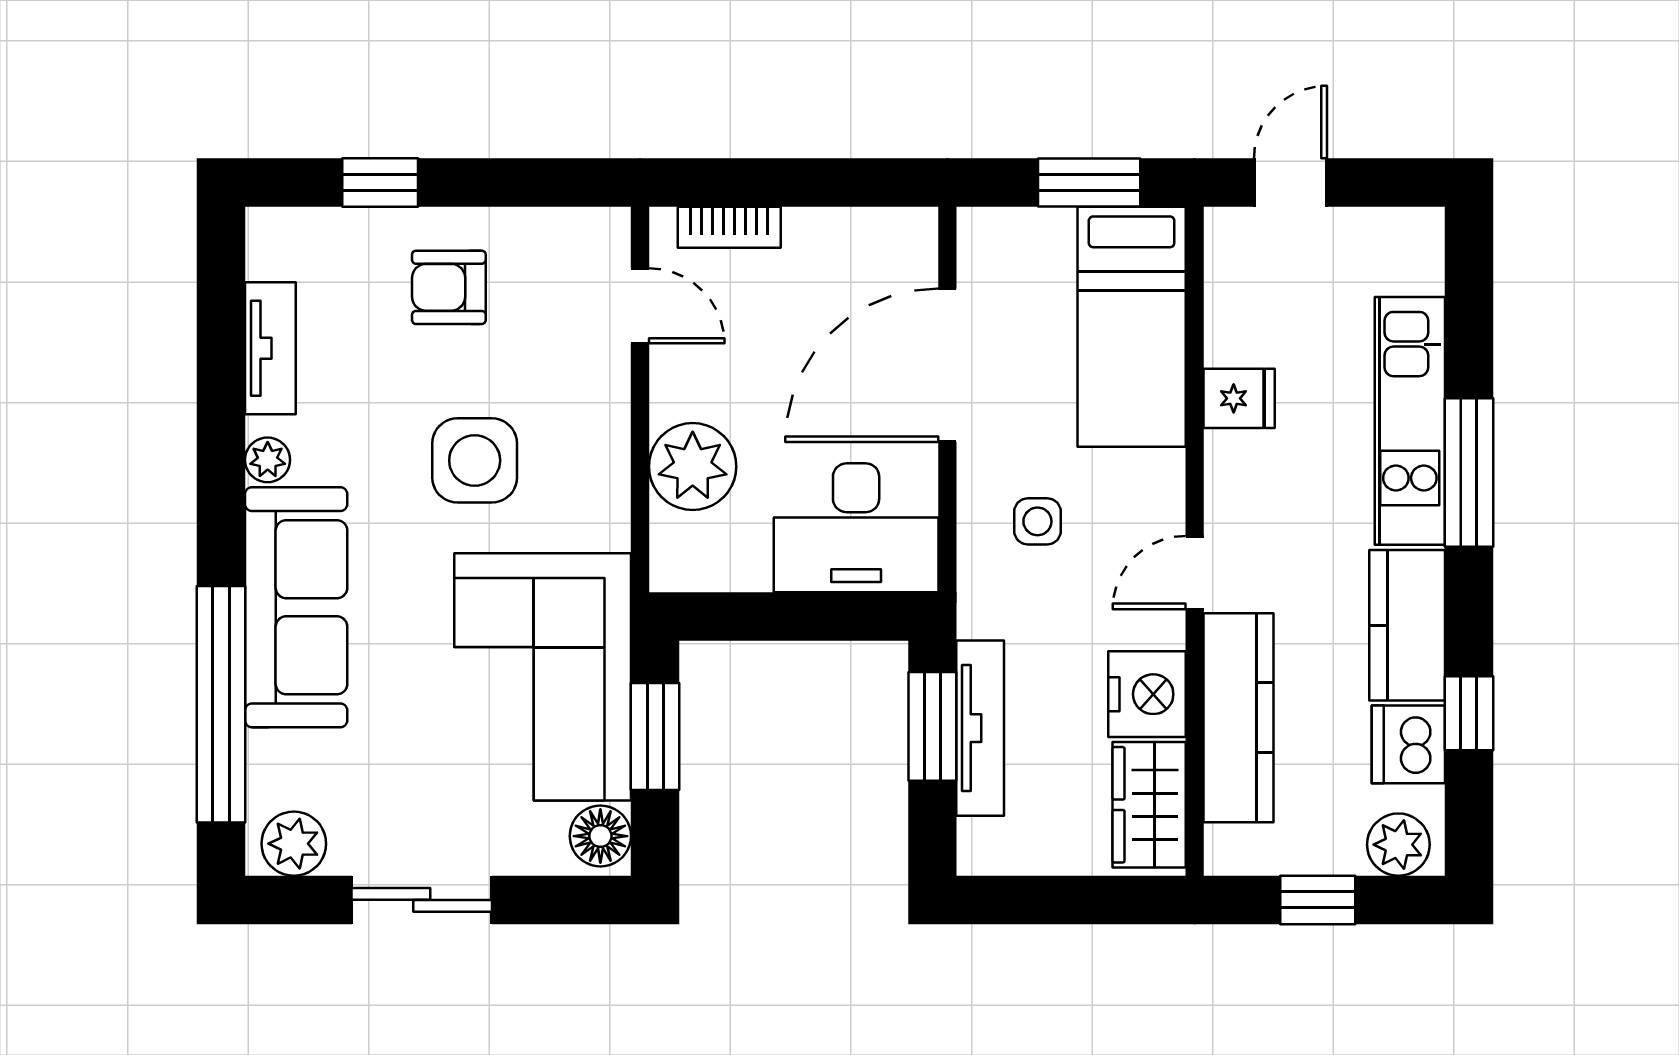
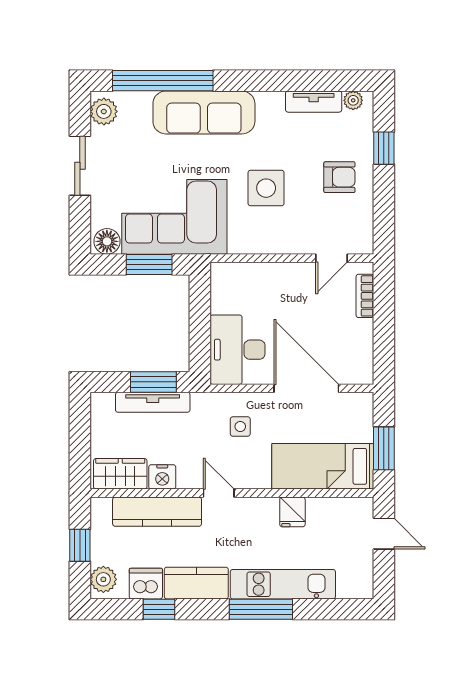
armchair: (449, 287) -> (339, 177), turned 90
plant: (268, 460) -> (353, 100), moved
plant: (693, 467) -> (264, 280), removed
nightstand: (1147, 694) -> (162, 477), width x0.74, depth x0.75

